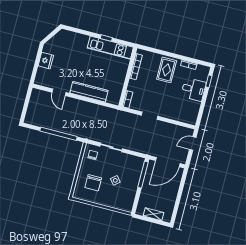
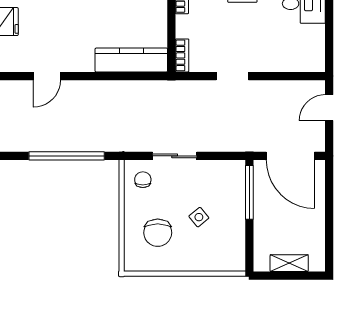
door: (59, 92) -> (47, 76), hinge flipped
kitchen counter: (89, 92) -> (131, 60), moved
door: (168, 162) -> (290, 156), hinge flipped

